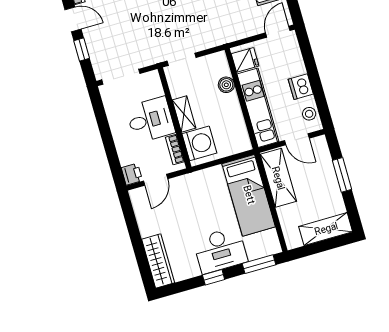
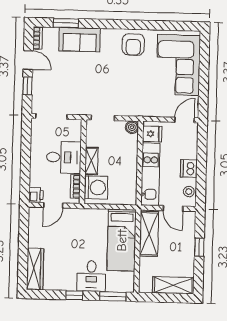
boiler: (226, 85) -> (132, 127), moved
window: (342, 175) -> (199, 247), width x0.67
desk: (220, 250) -> (91, 276), width x0.73

